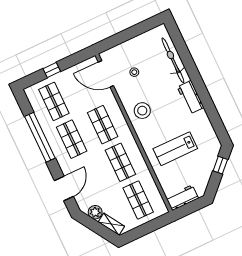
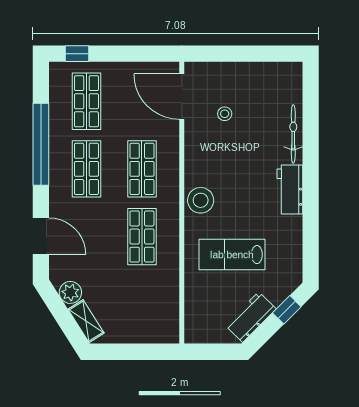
bicycle: (173, 60) -> (293, 134), width x0.73, depth x0.71
window: (52, 70) -> (77, 54), moved
stool: (142, 111) -> (201, 200), moved
door: (64, 189) -> (41, 236), hinge flipped
workbench: (182, 198) -> (251, 317), moved, turned -45
shop shelf: (138, 200) -> (142, 304), removed

